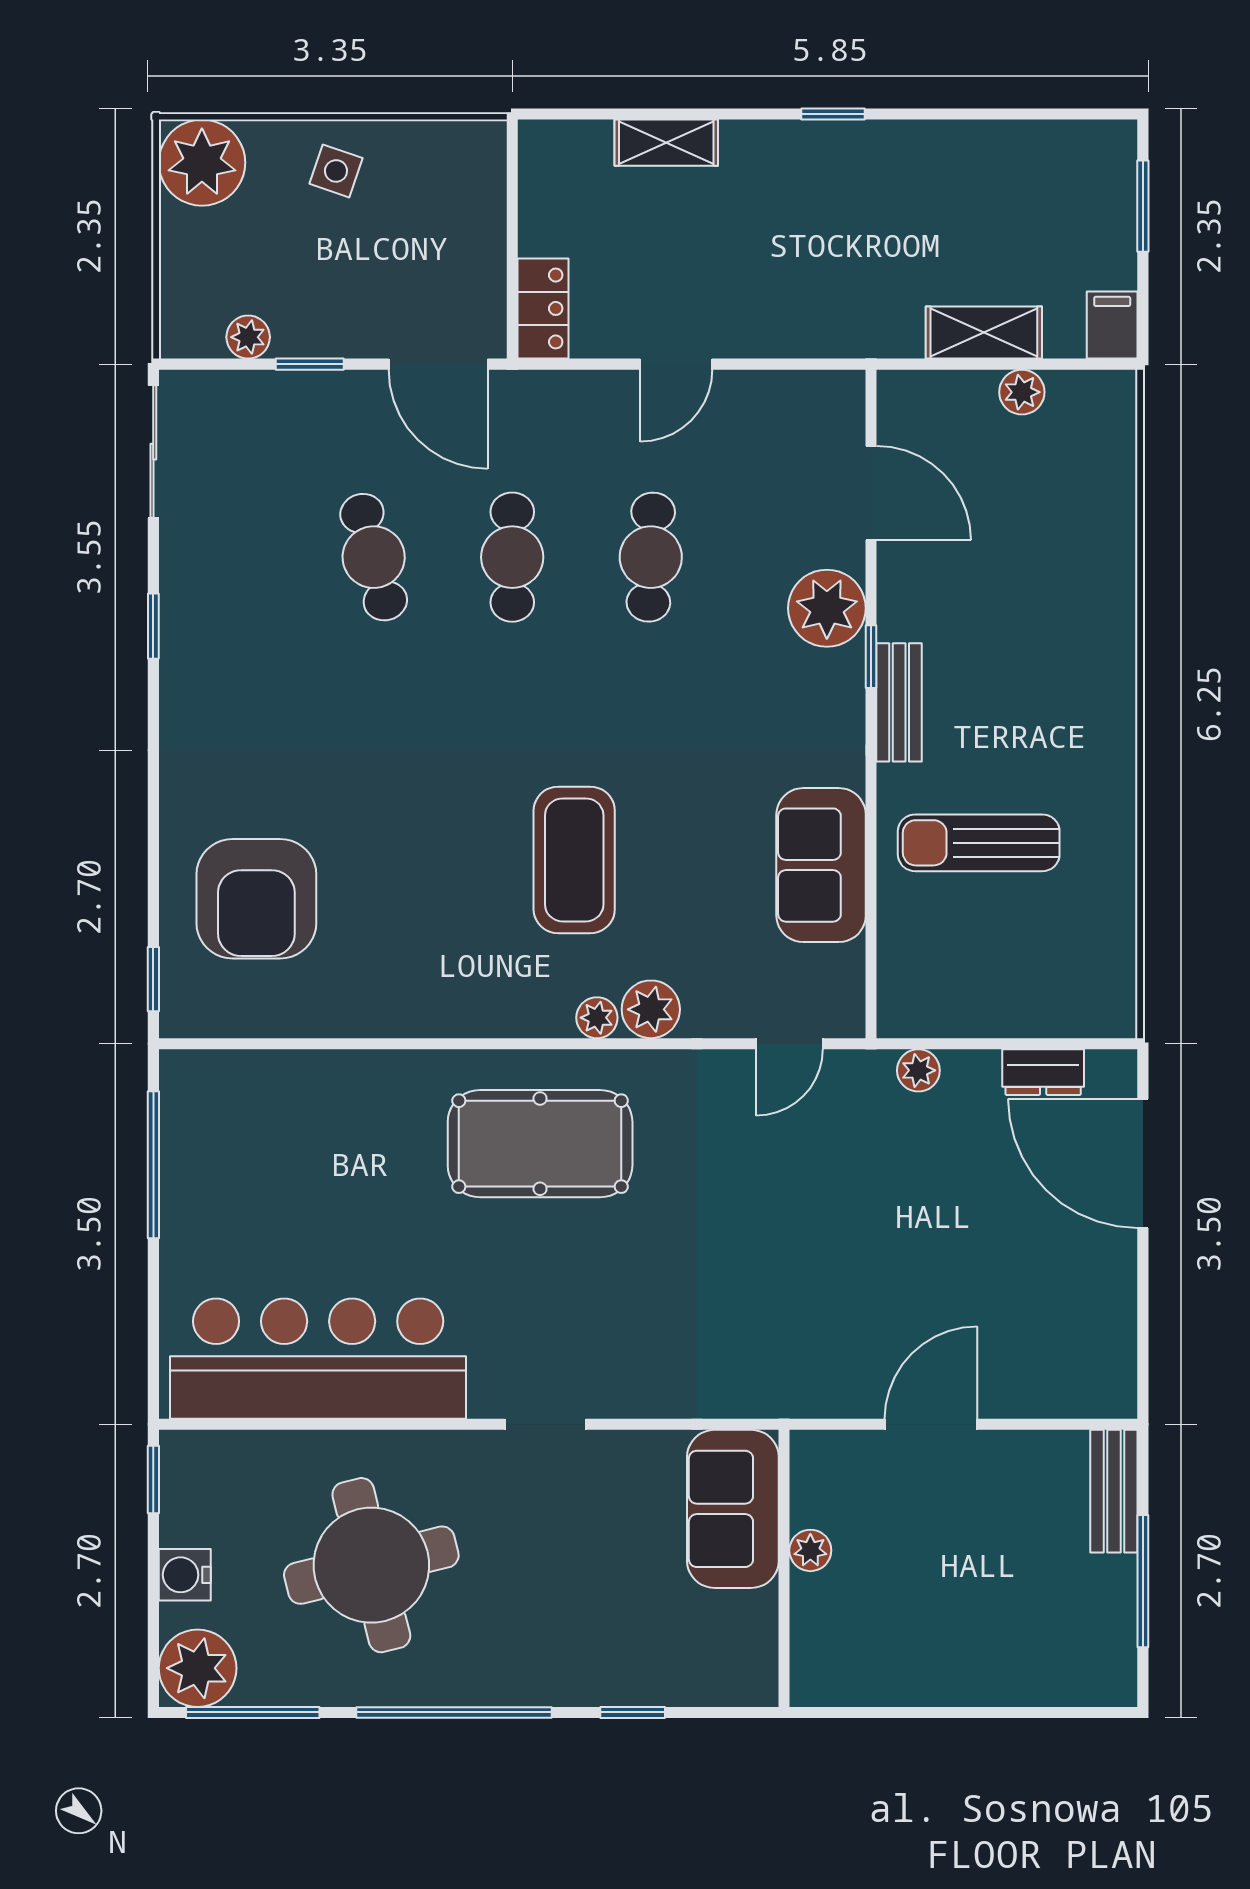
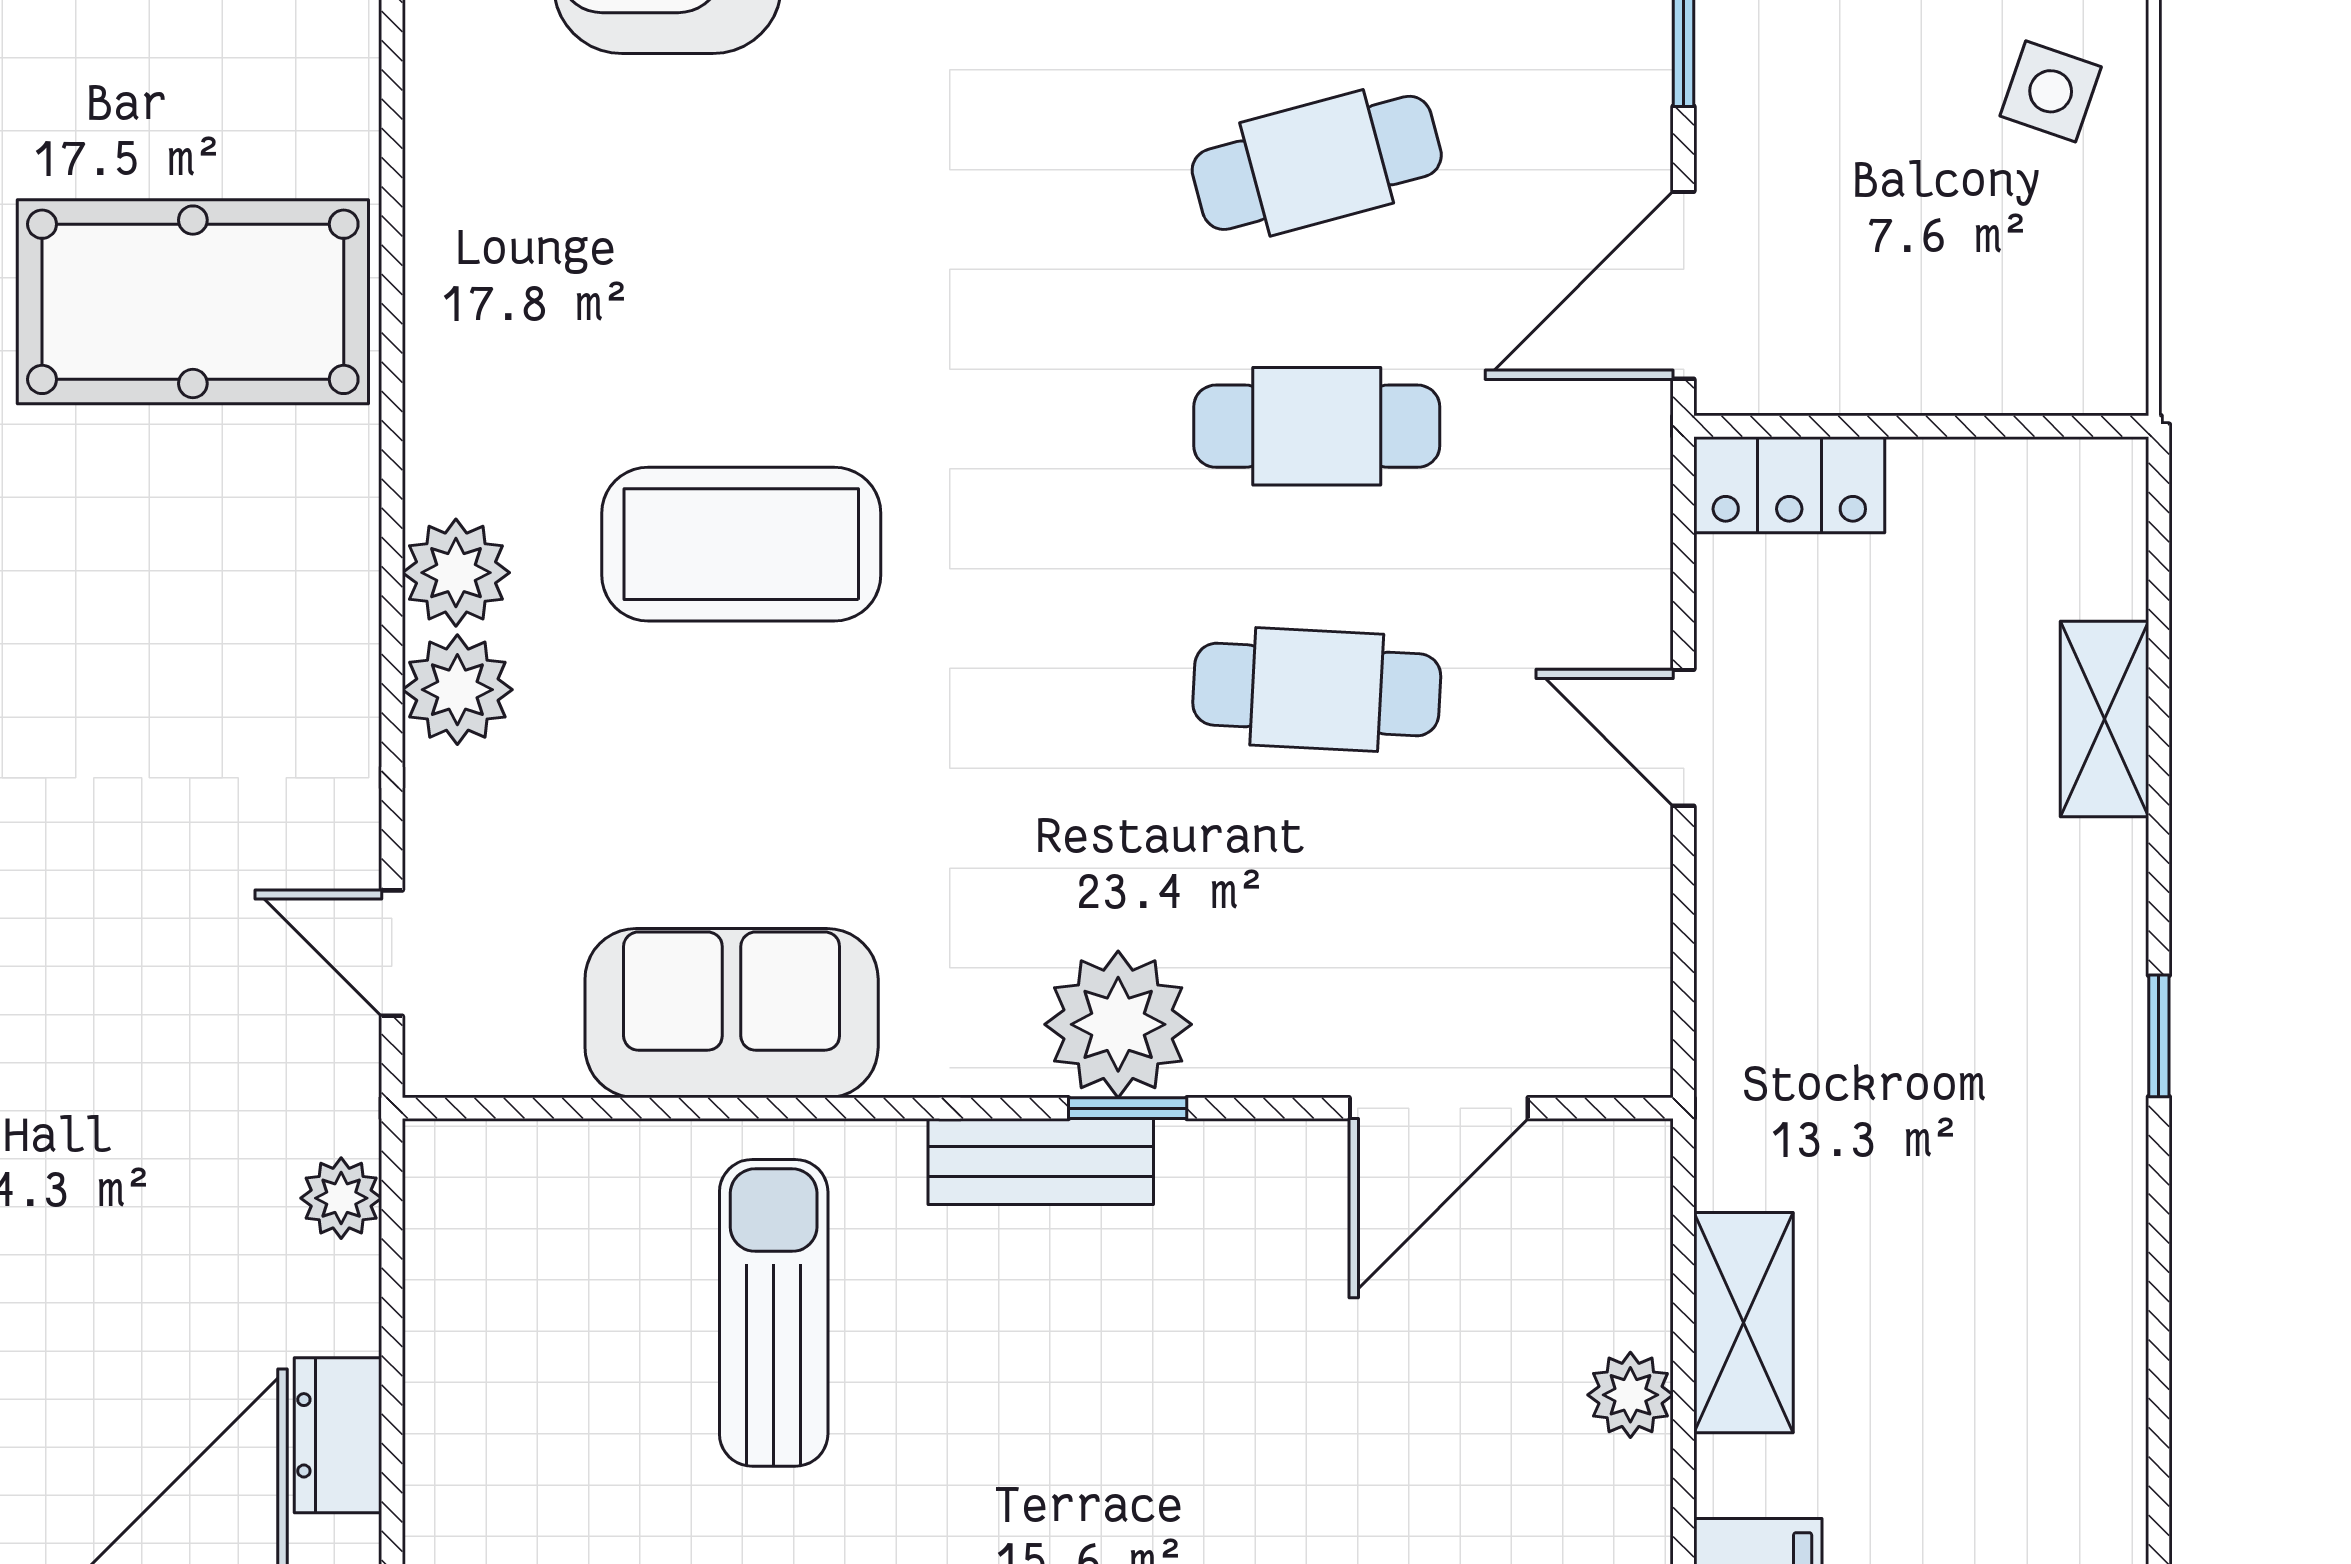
plant: (827, 608) -> (1118, 1024), moved
plant: (597, 1018) -> (456, 573), width x1.38, depth x1.38
pool table: (540, 1144) -> (193, 302), moved, turned 90

